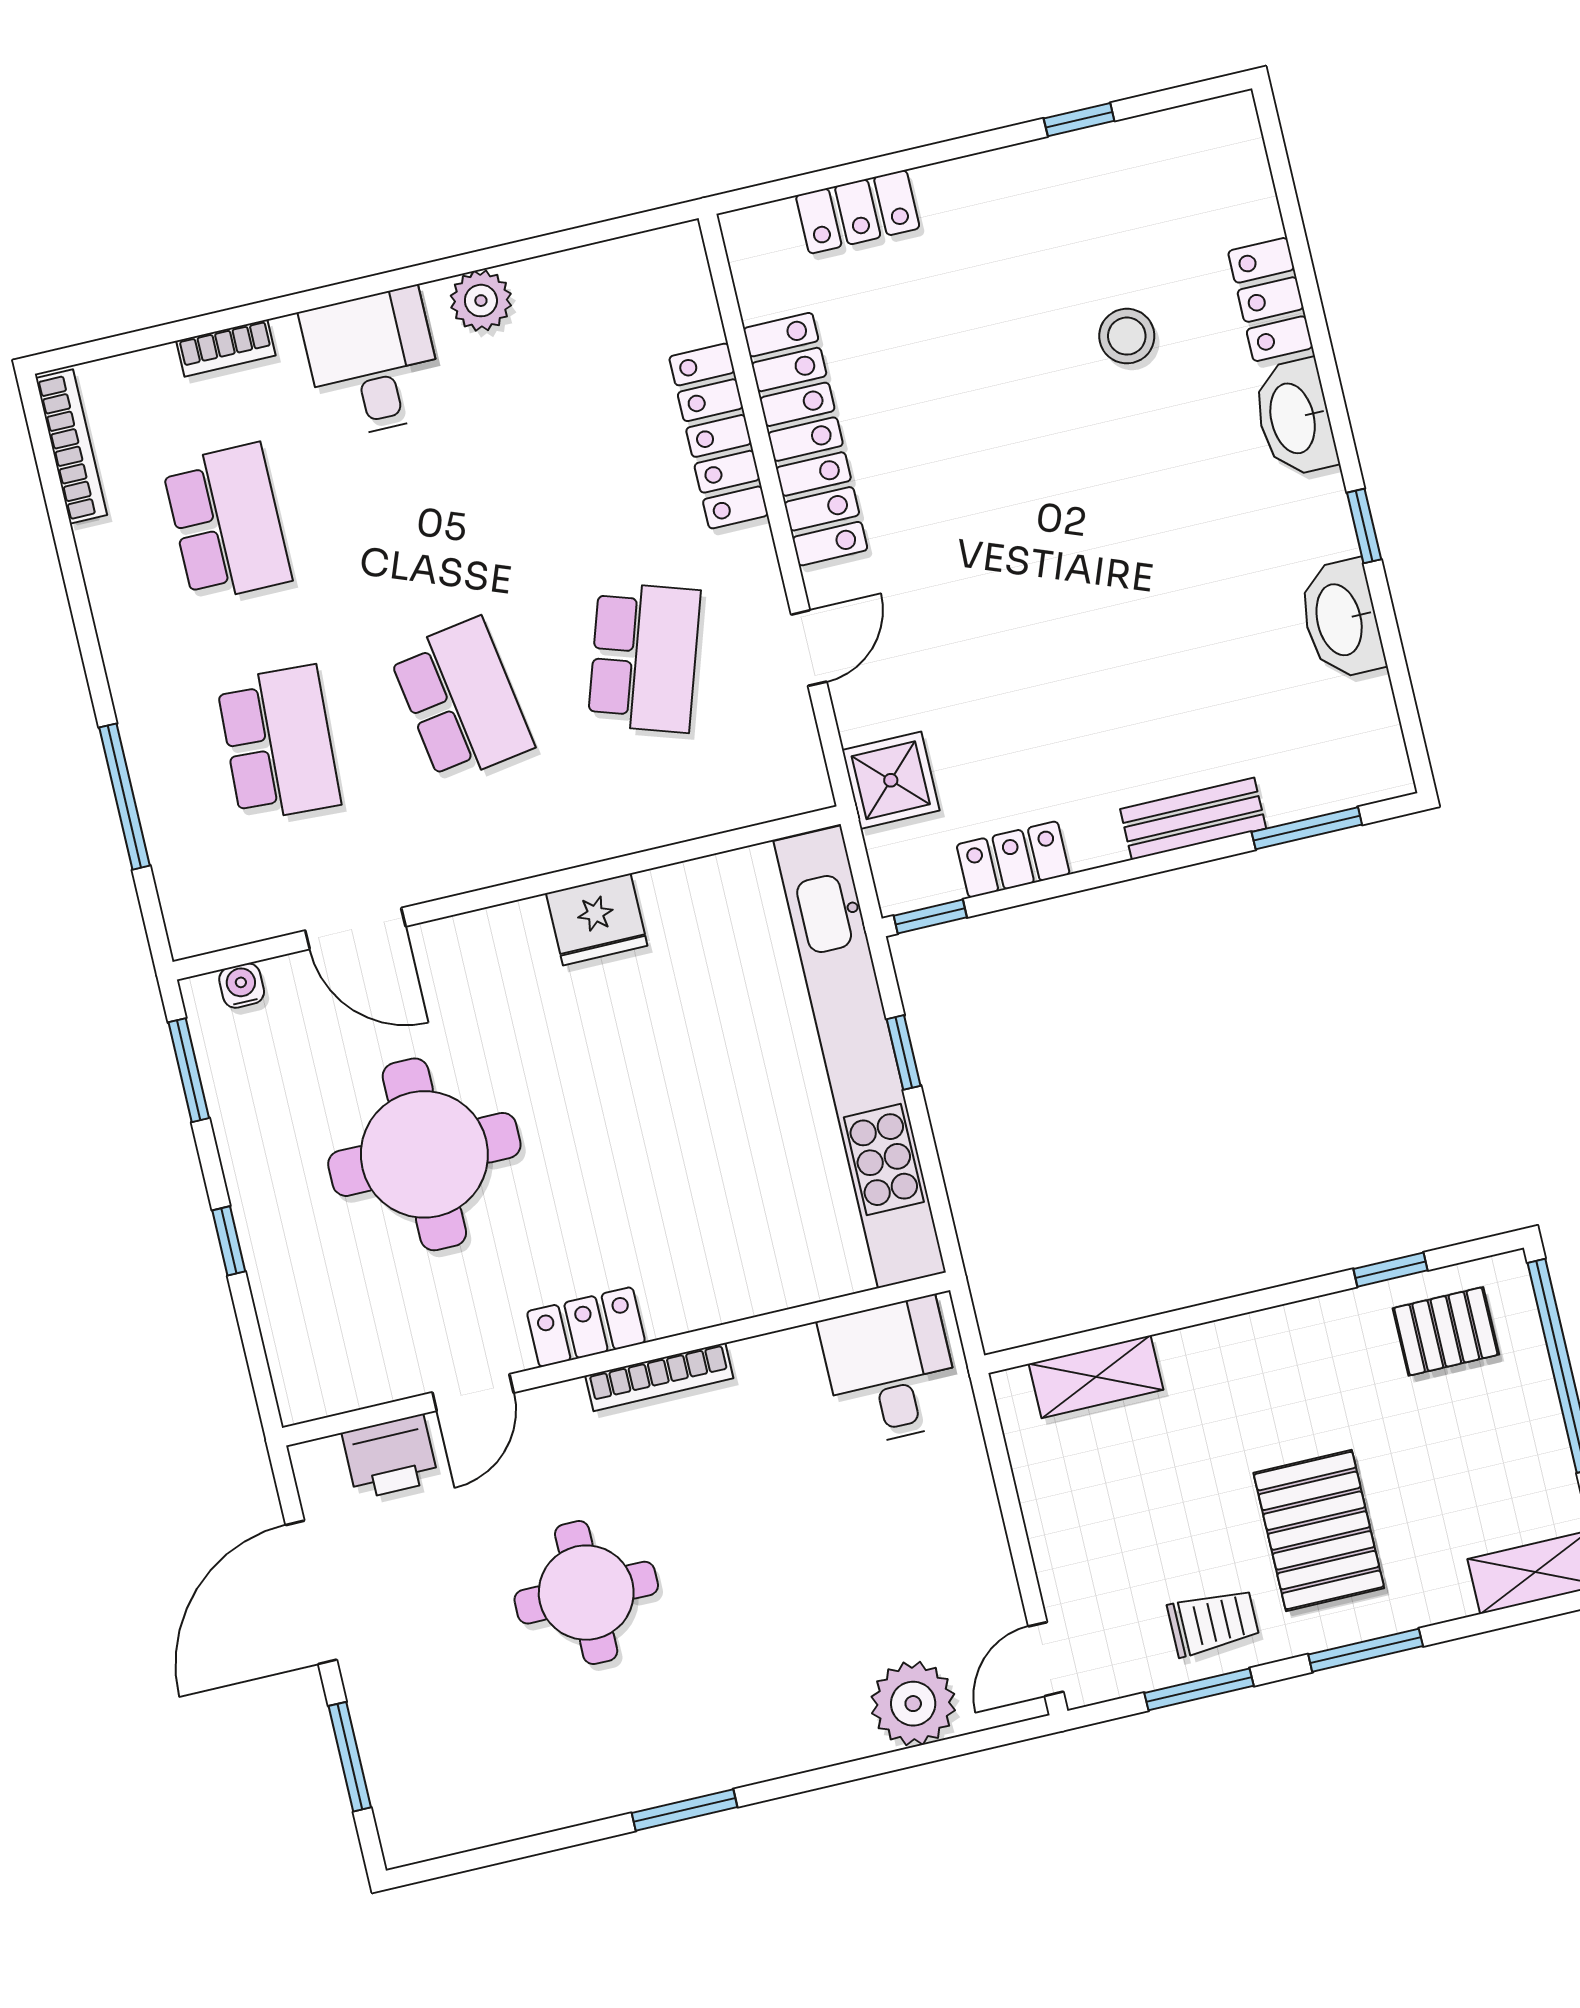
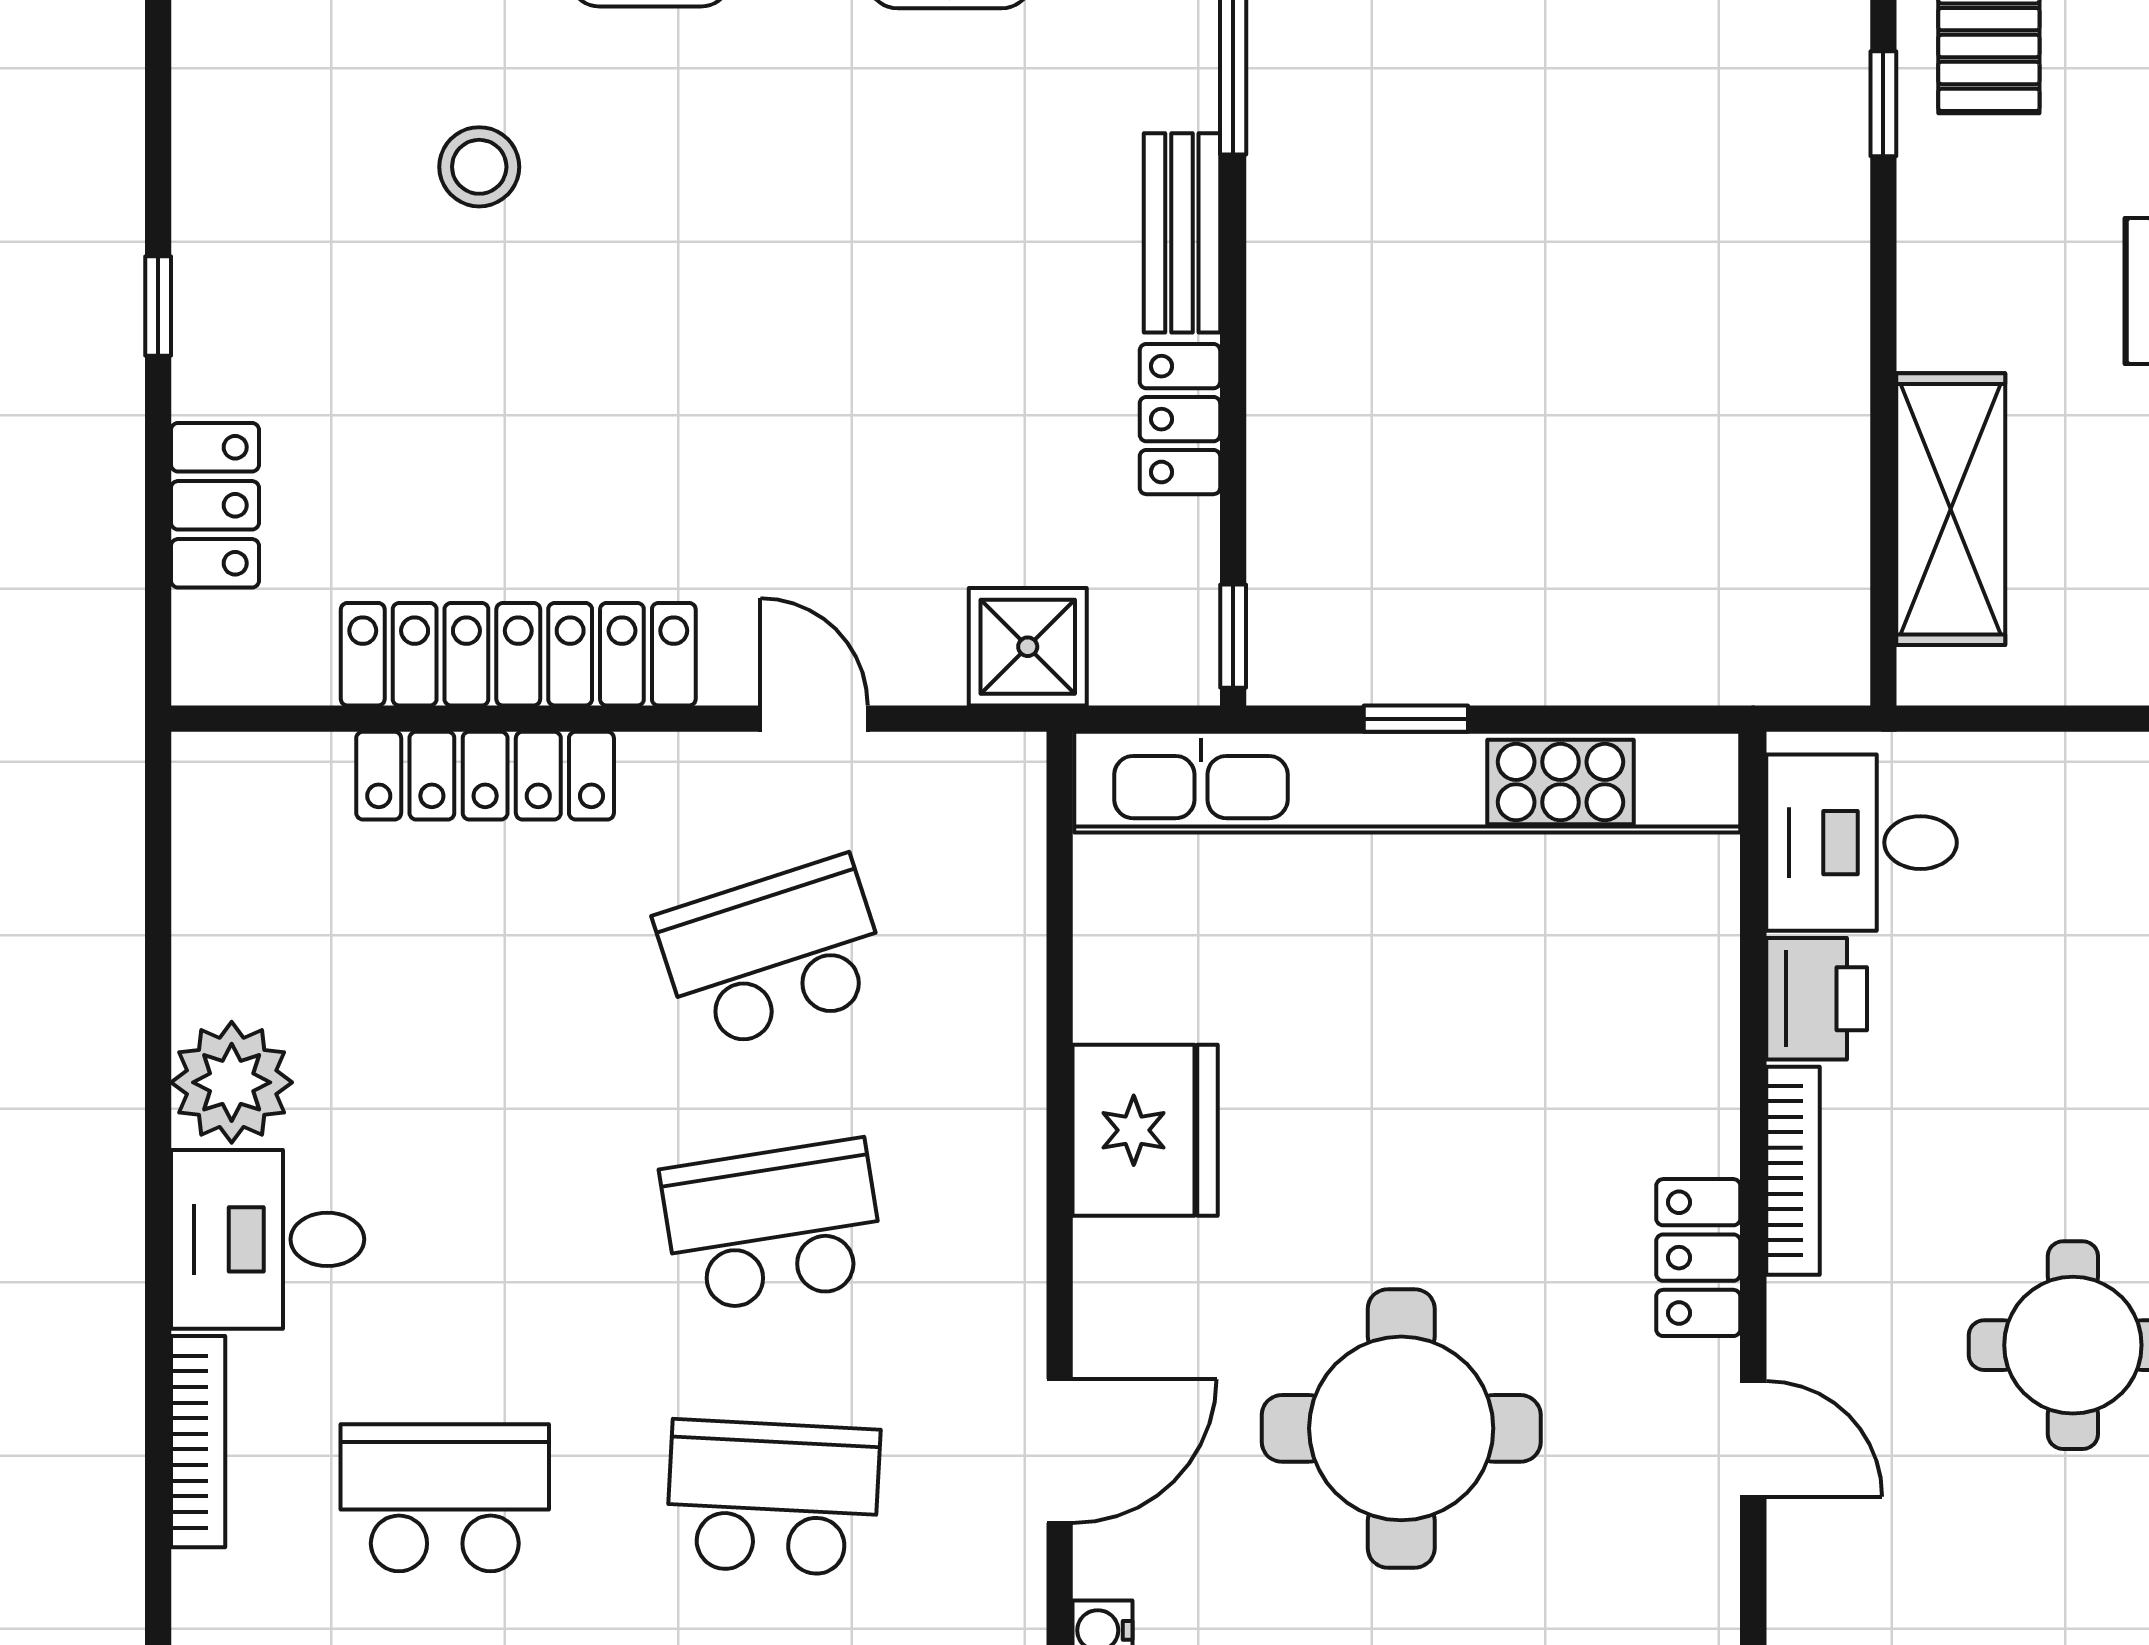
window: (1079, 120) -> (158, 306), moved
plant: (481, 301) -> (232, 1082), width x1.36, depth x1.36
bookcase: (226, 348) -> (198, 1442), width x1.56
school desk: (644, 657) -> (773, 954), turned -36
locker: (1013, 859) -> (1180, 419), moved
fridge: (597, 919) -> (1145, 1130), width x1.36, depth x1.34
shelving: (1096, 1377) -> (1951, 509), width x1.50, depth x1.33
printer: (390, 1457) -> (1817, 999), moved

